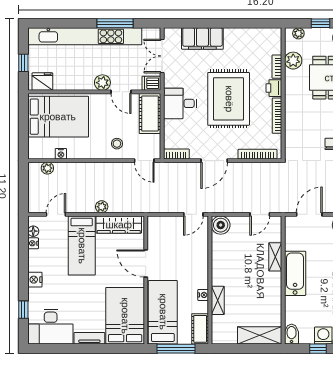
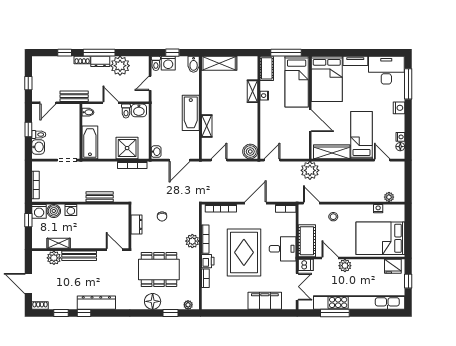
plant: (293, 61) -> (192, 241), moved
plant: (102, 207) -> (310, 170), moved, width x1.87, depth x1.87
door: (56, 214) -> (382, 160), swing flipped
window: (23, 310) -> (408, 84), width x2.17

